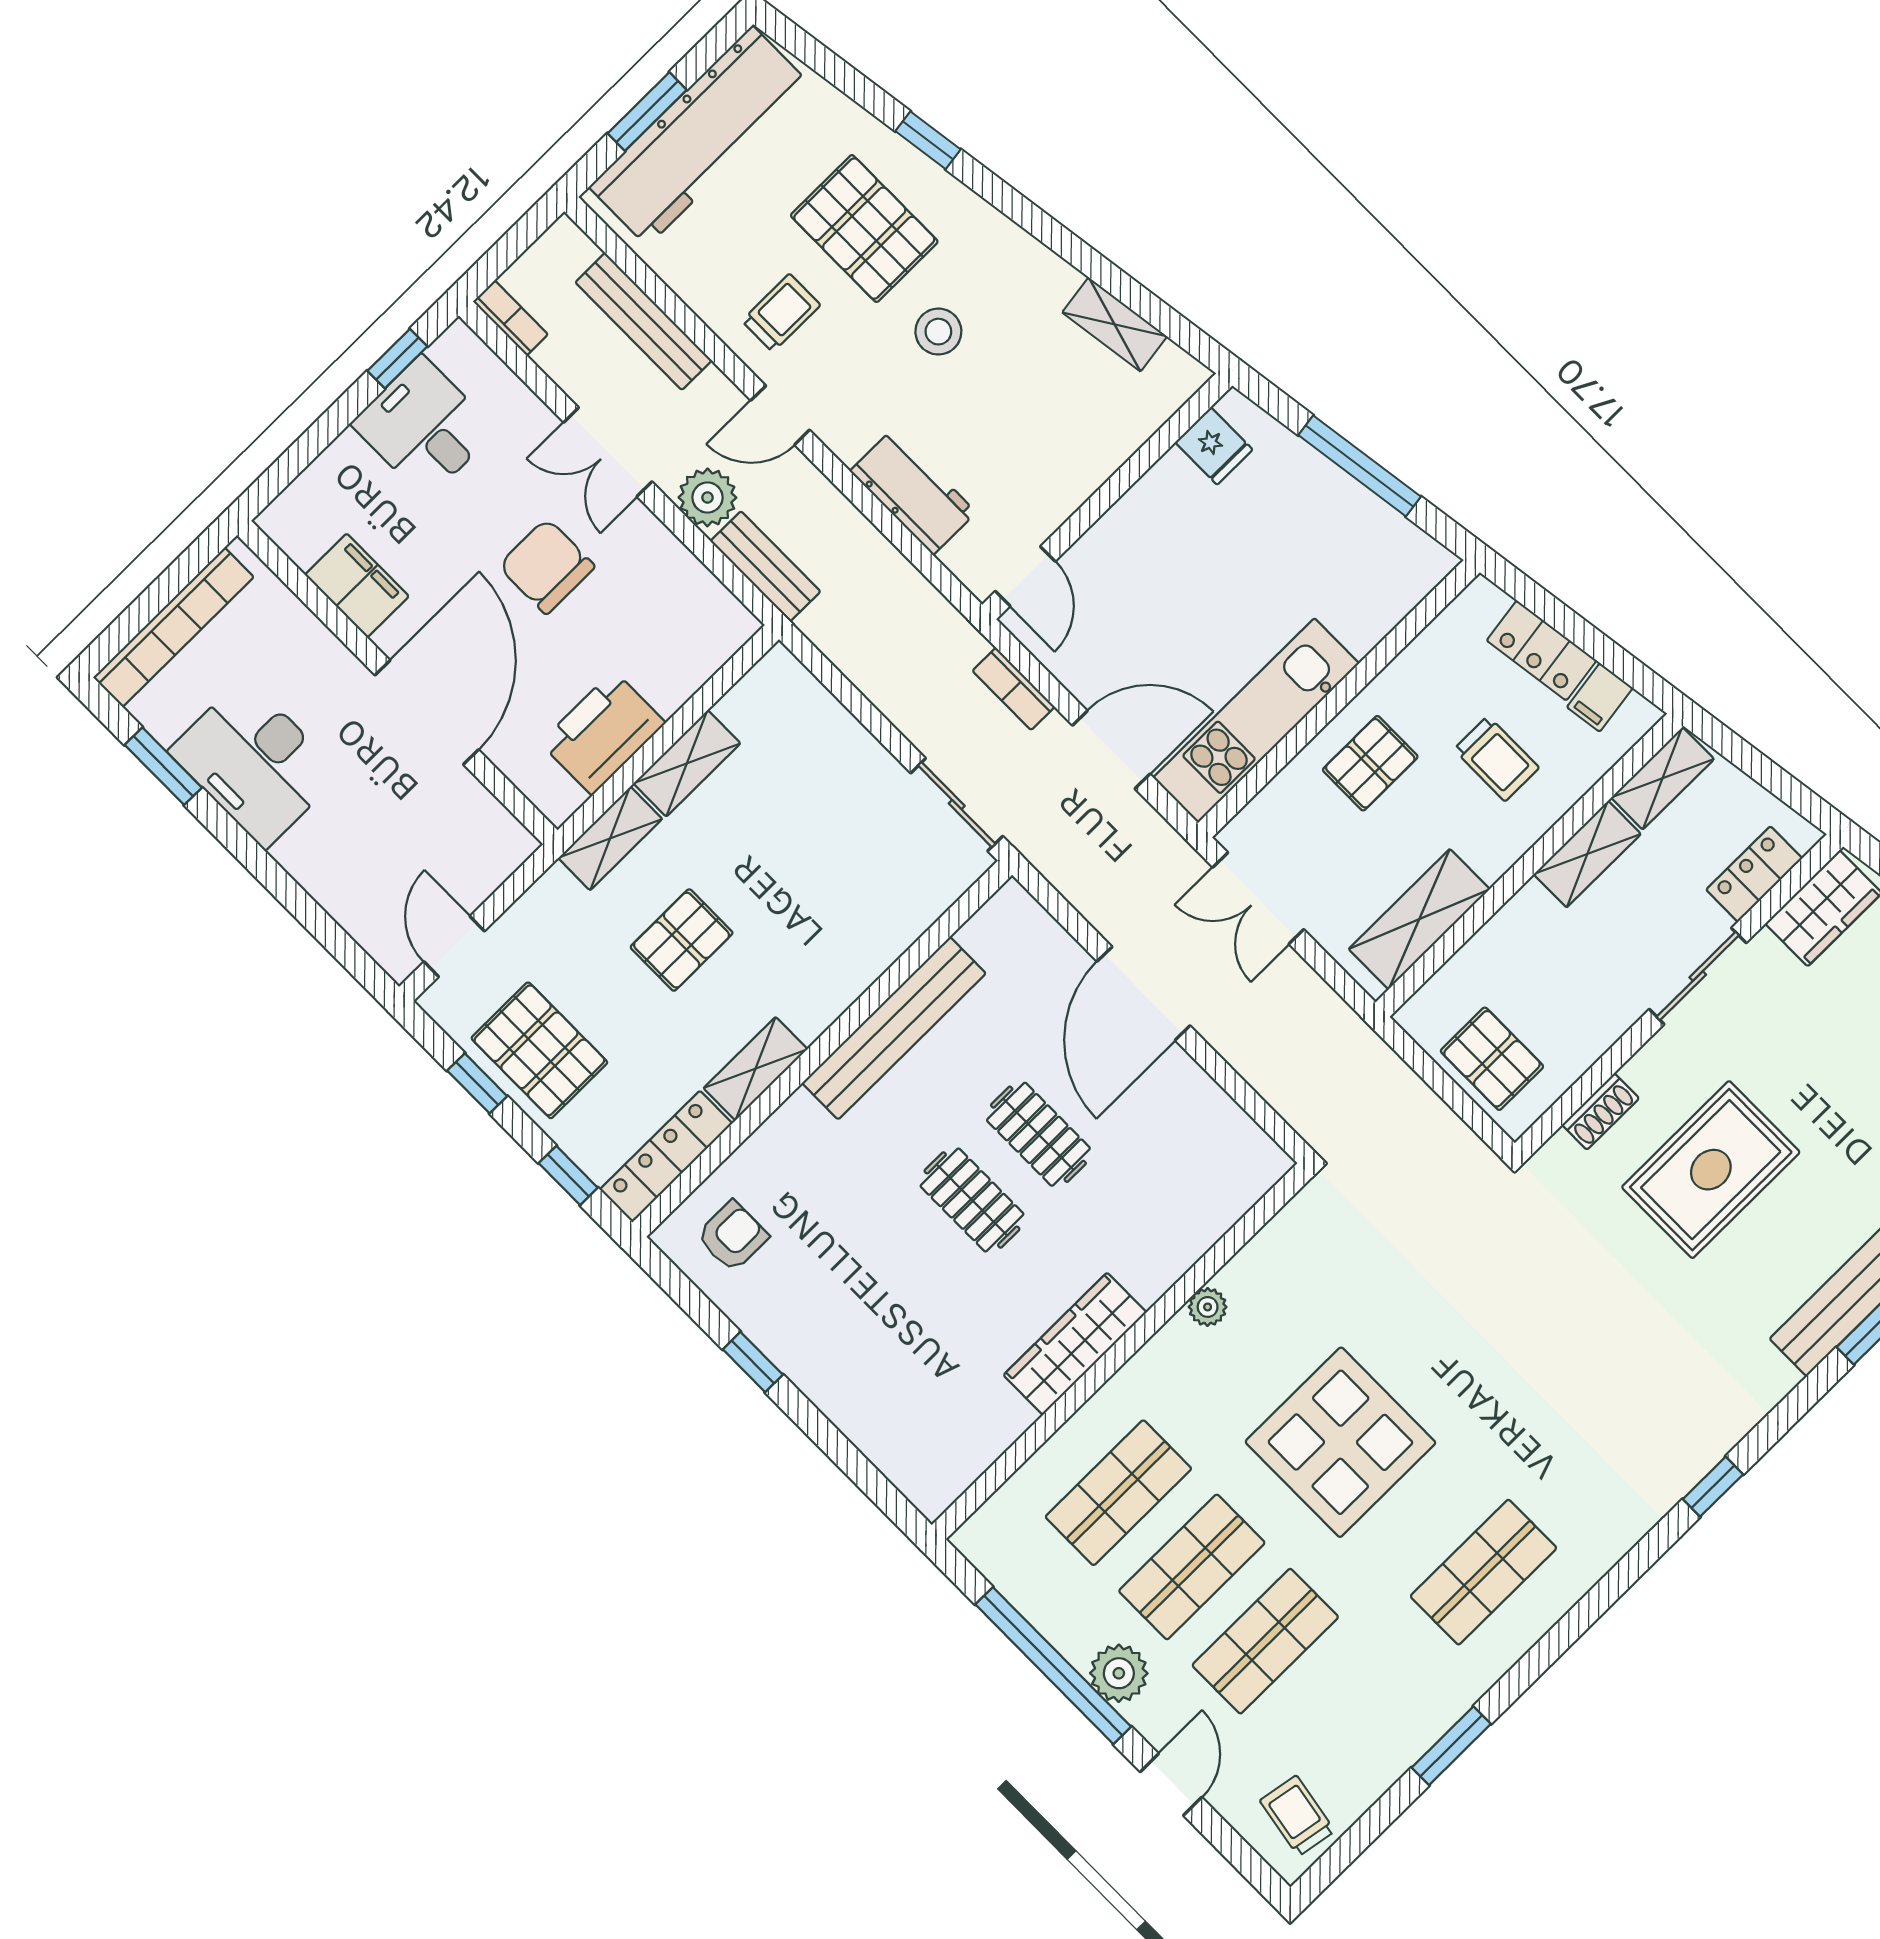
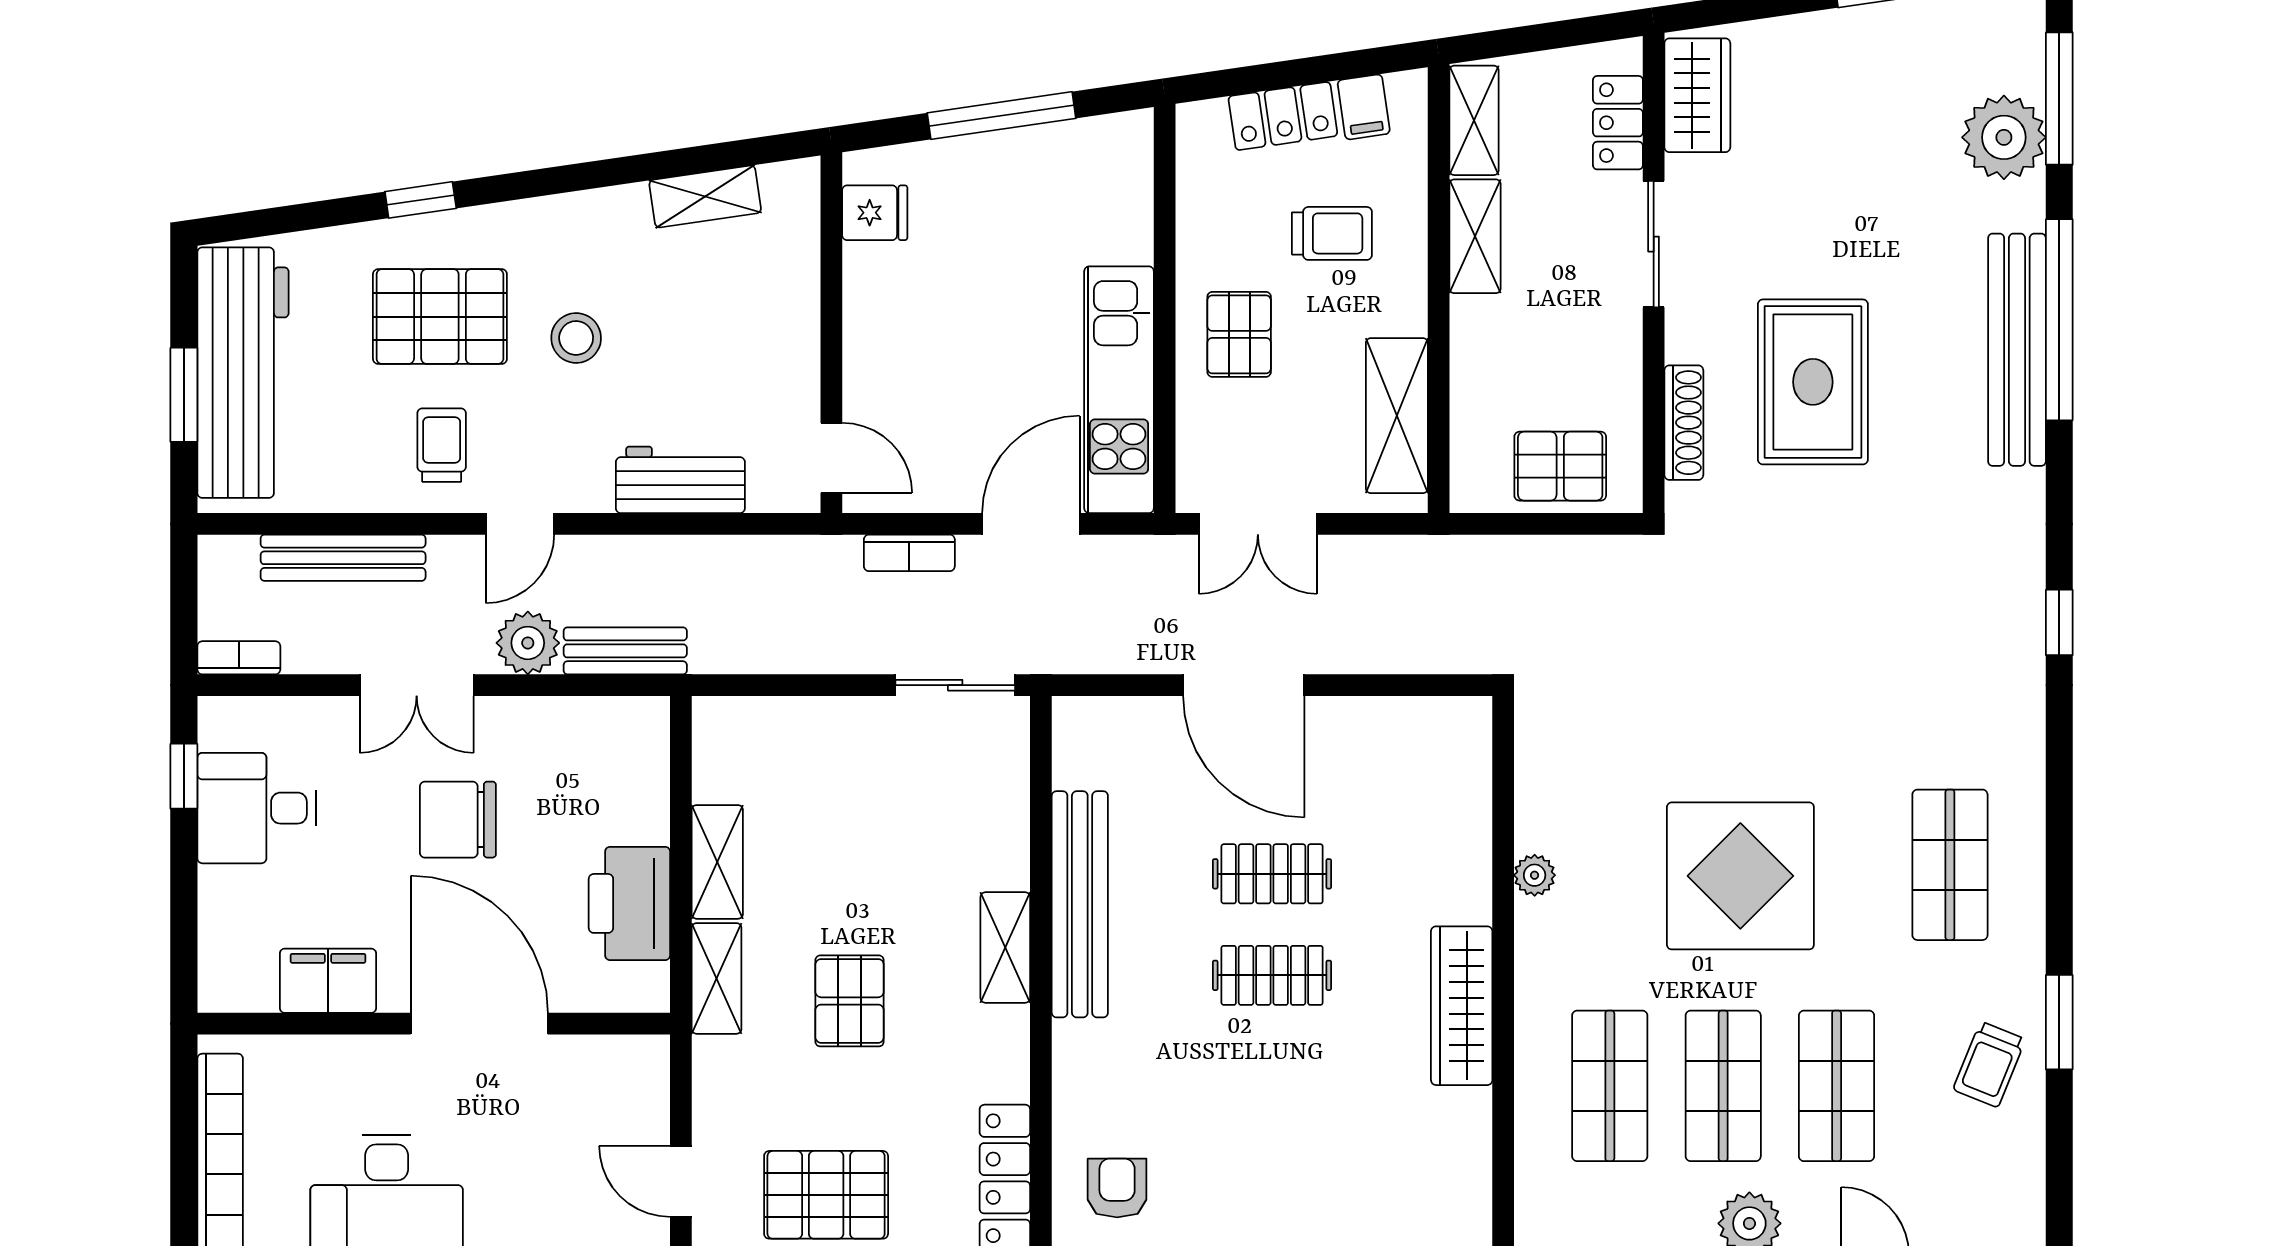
shelving: (756, 1069) -> (1005, 948), moved
shoe rack: (1601, 1111) -> (1684, 423), width x1.43
trolley: (1297, 1816) -> (1989, 1064), moved, turned -78

